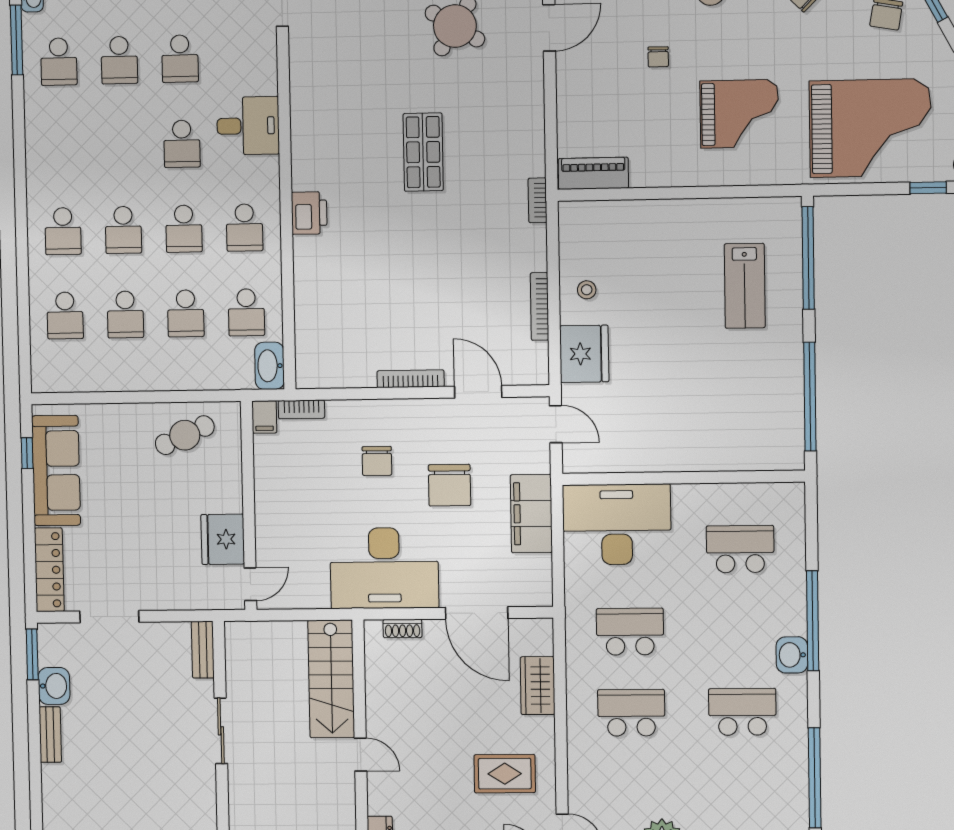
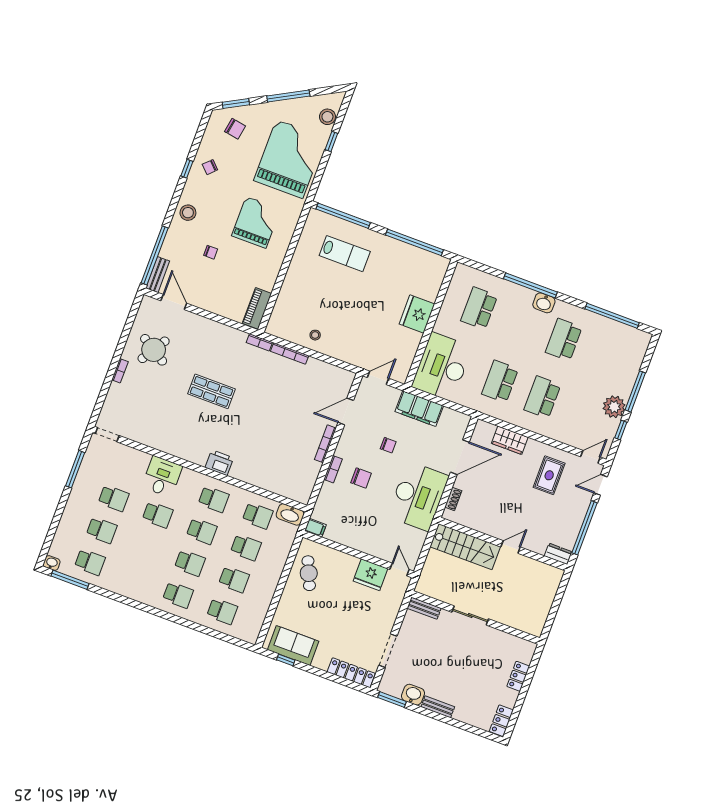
bookcase: (540, 306) -> (290, 353), moved
fridge: (584, 354) -> (417, 314), moved, turned -90
bookcase: (301, 409) -> (333, 469), moved
sofa: (56, 471) -> (293, 645), width x0.73
chair: (450, 485) -> (388, 445), width x0.54, depth x0.54

